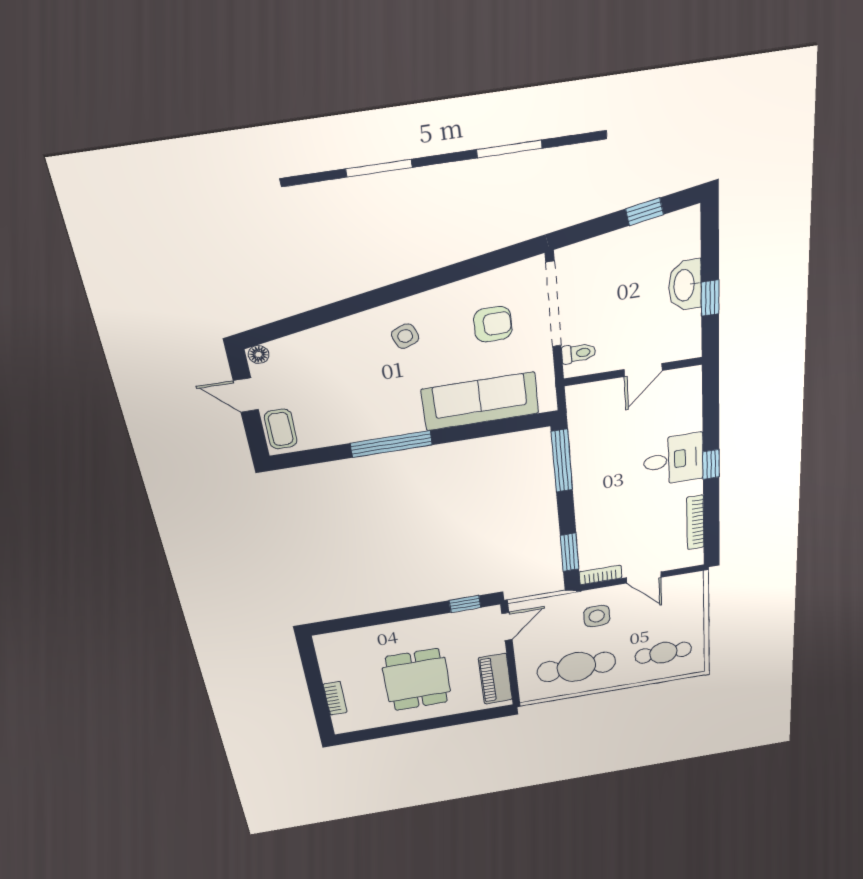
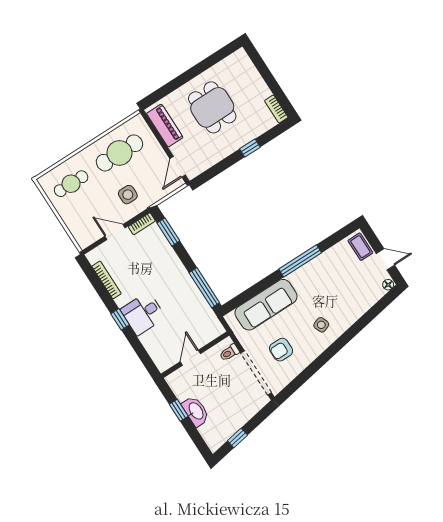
window: (465, 604) -> (250, 148), moved
bookcase: (335, 698) -> (276, 109), moved

